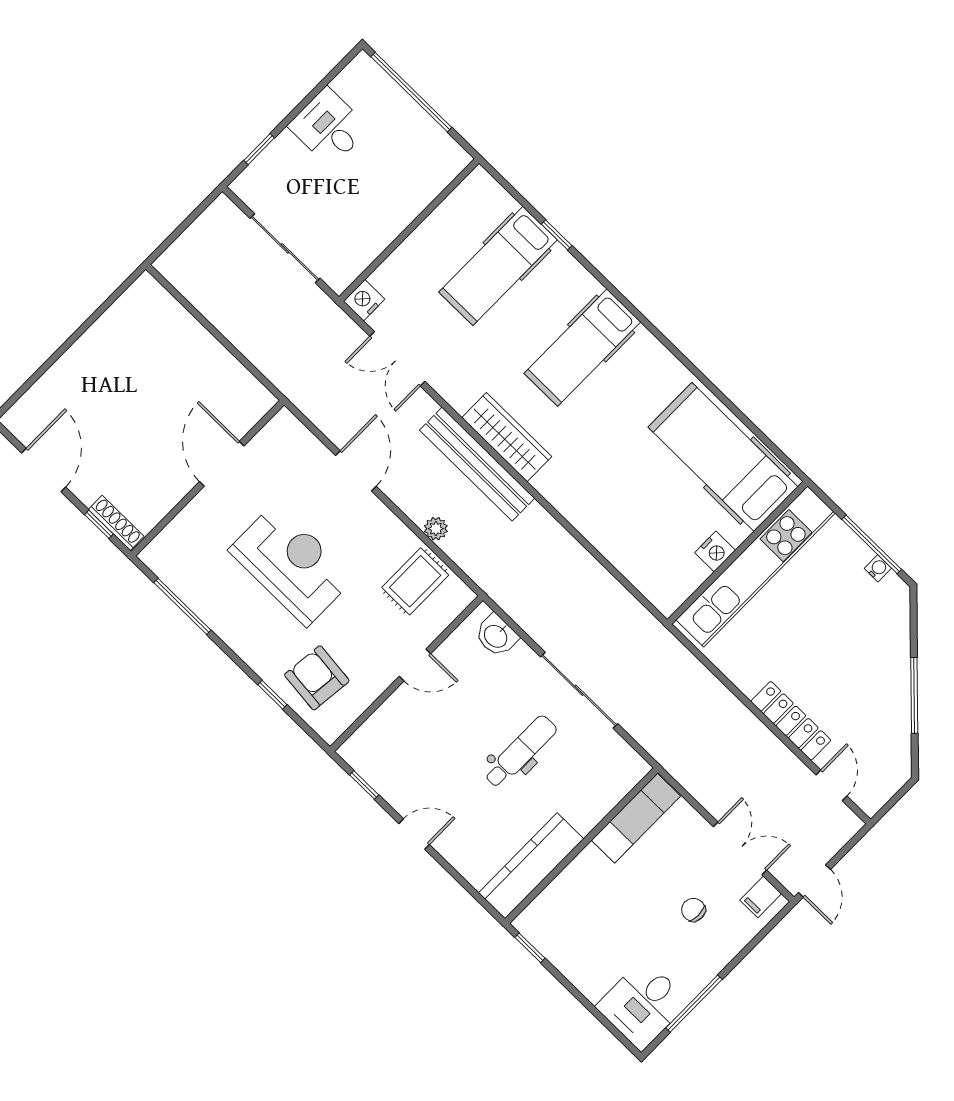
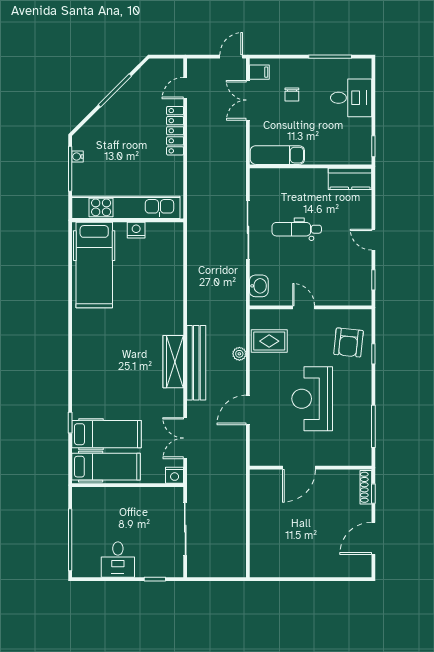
hospital bed: (582, 348) -> (106, 467), moved
double door: (397, 359) -> (185, 438), swing flipped
kitchen counter: (531, 866) -> (350, 179), width x0.67
desk: (643, 1004) -> (351, 98), moved

